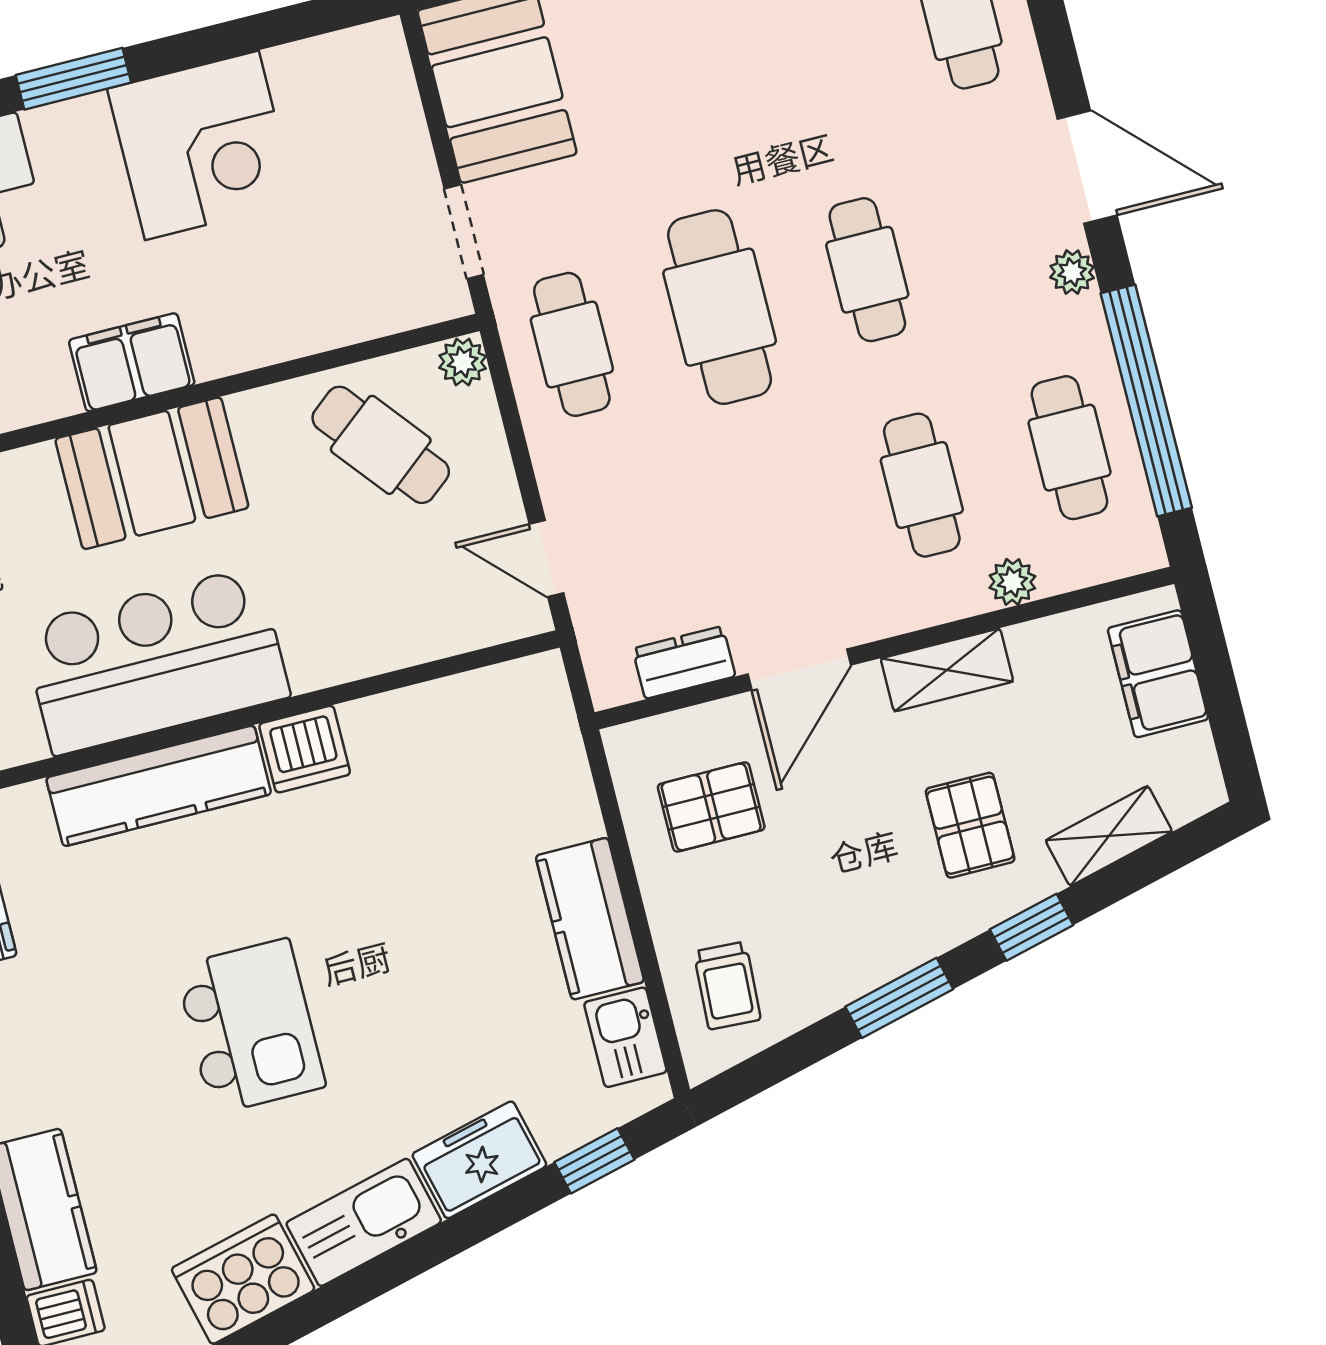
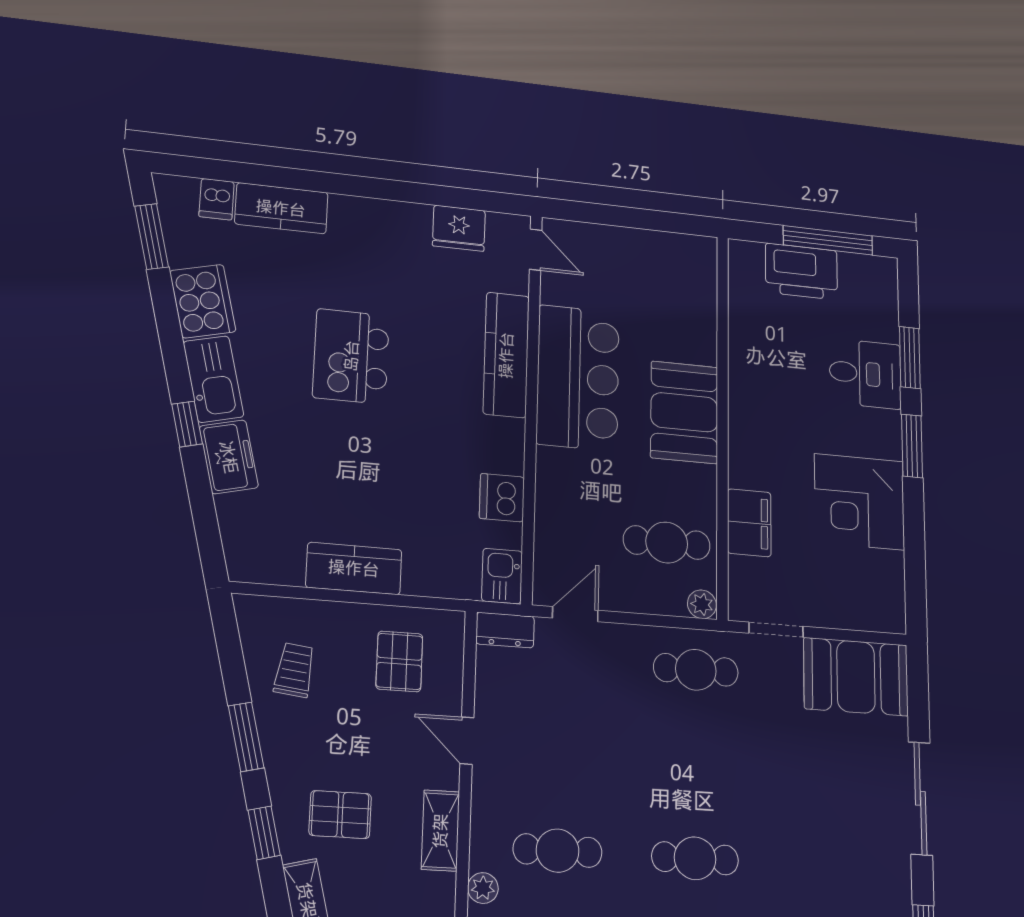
cafe table: (720, 307) -> (695, 763), removed
filing cabinet: (132, 362) -> (749, 523), moved
cafe table: (381, 445) -> (667, 543), turned 39
dresser: (684, 662) -> (505, 630), moved, turned 90
door: (799, 670) -> (467, 741), width x0.73
dishwasher: (305, 749) -> (502, 498), moved
trolley: (727, 986) -> (294, 670), moved, turned 94
kitchen island: (250, 1026) -> (351, 356), turned 90
kitchen sink: (625, 1037) -> (502, 576), moved, turned -90
window: (594, 1161) -> (187, 424), moved

